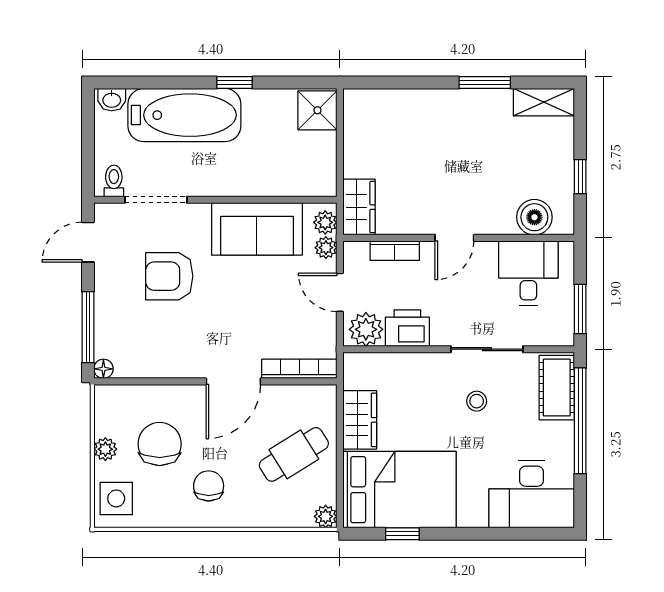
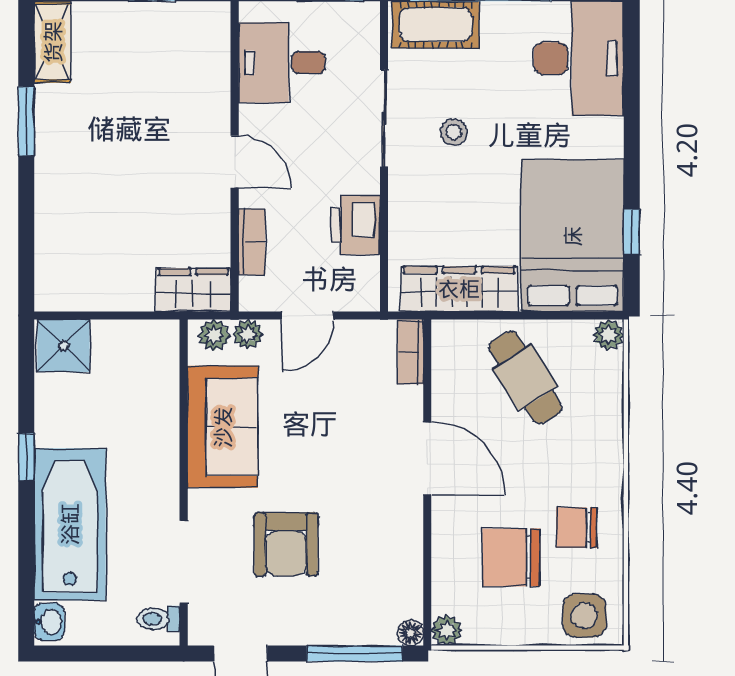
boiler: (534, 217) -> (207, 55), removed
plant: (366, 329) -> (357, 281), removed
bookcase: (299, 369) -> (410, 352), width x0.64
wardrobe: (360, 420) -> (459, 289), width x1.50
plant: (105, 449) -> (447, 630), moved
chair: (209, 486) -> (576, 528), moved

